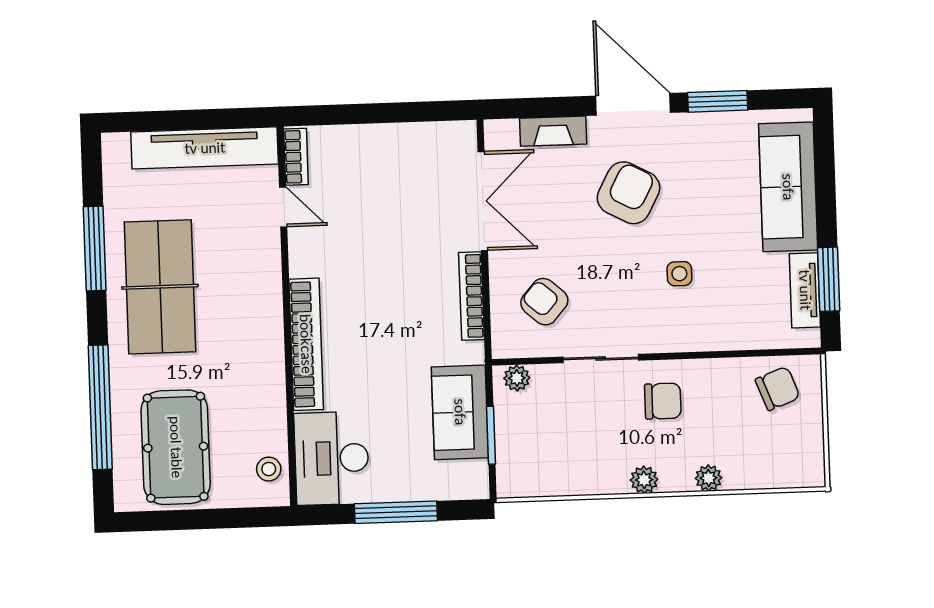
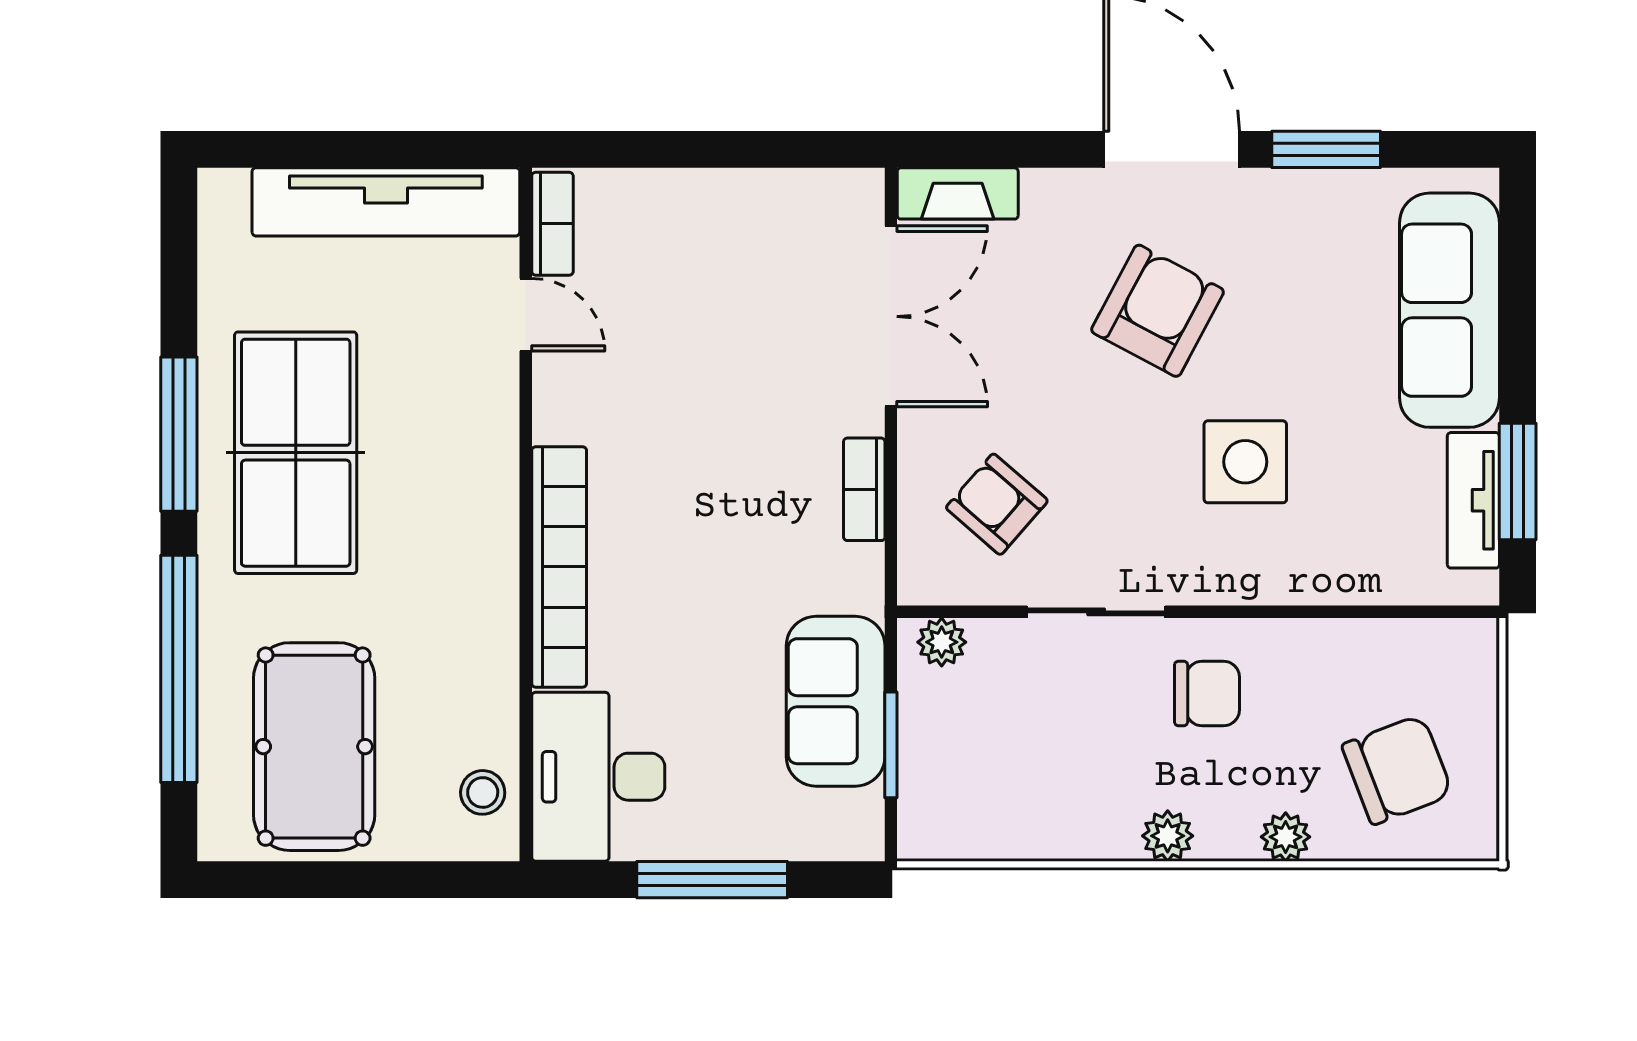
fireplace: (553, 131) -> (958, 193), moved
window: (95, 248) -> (179, 434), moved
side table: (679, 274) -> (1245, 462), width x1.87, depth x1.87
bookcase: (472, 296) -> (864, 489), width x0.64
chair: (778, 388) -> (1397, 770), moved, width x1.37, depth x1.37

